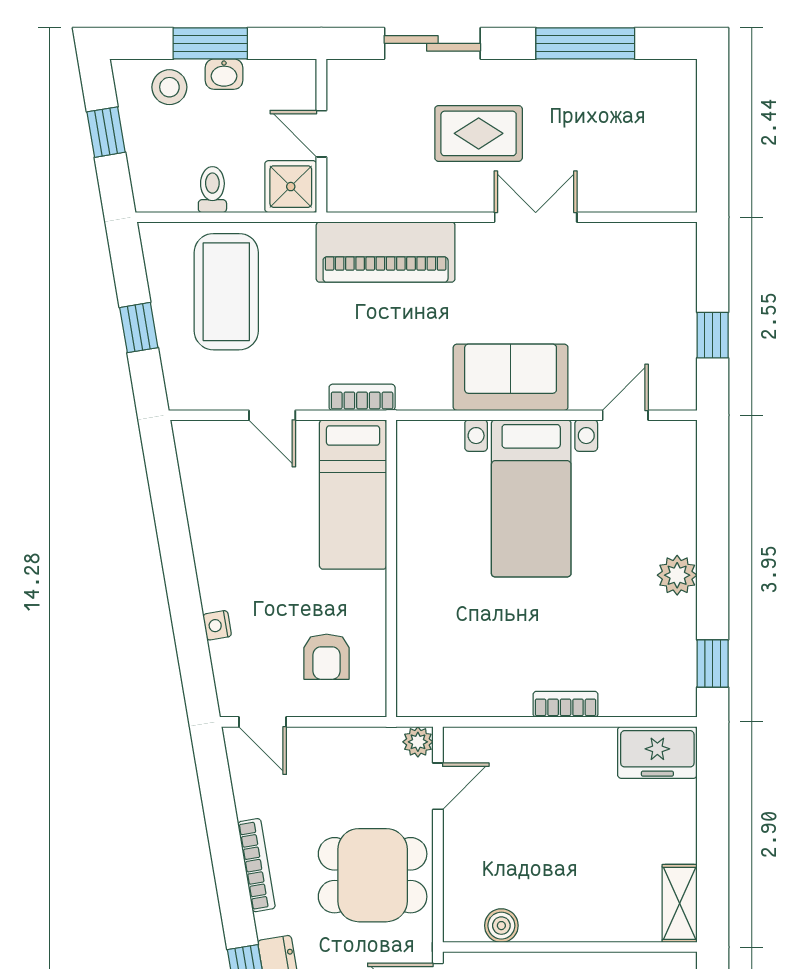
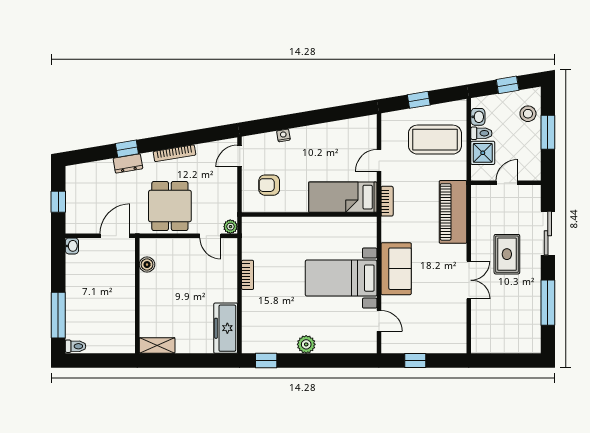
washbasin: (224, 74) -> (478, 117), moved, turned 180
shower: (291, 187) -> (483, 153), moved
bookcase: (566, 704) -> (248, 275), moved
freezer: (657, 752) -> (226, 328), width x1.40

